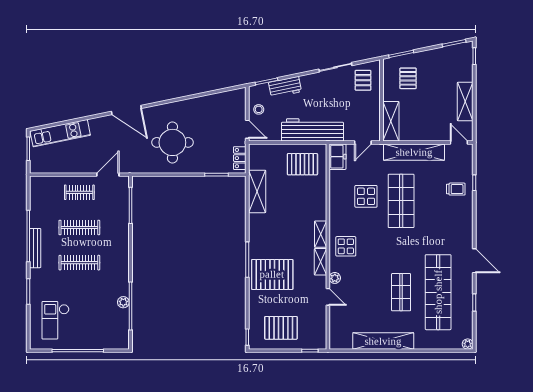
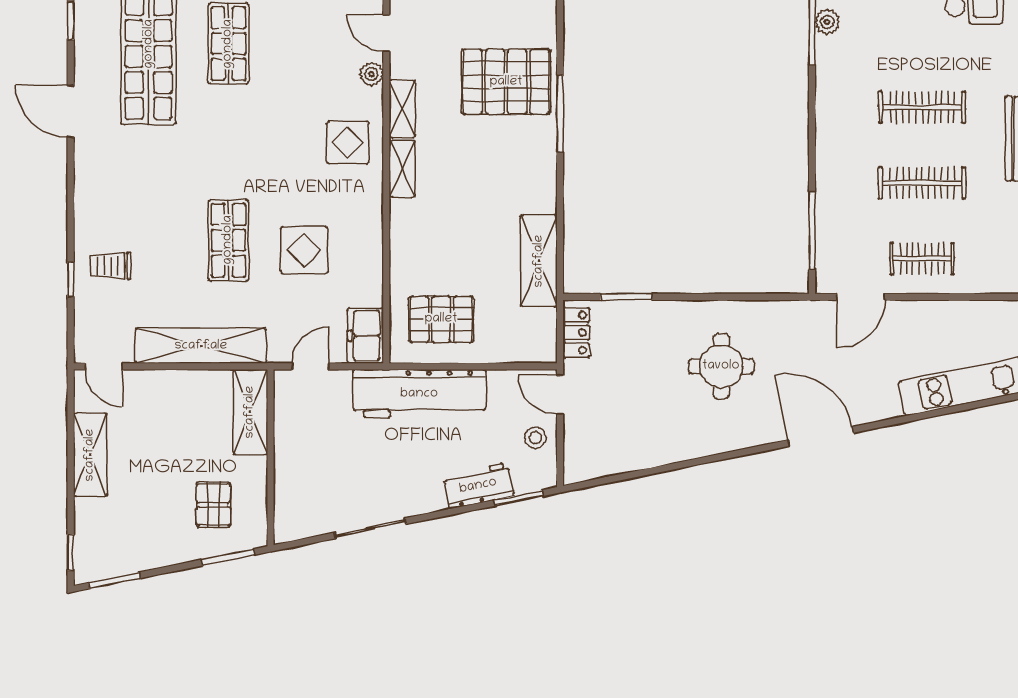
pallet: (363, 80) -> (310, 500), removed
round table: (172, 142) -> (721, 366), width x0.73, depth x0.73
shop shelf: (401, 201) -> (228, 240), width x0.70, depth x0.74

